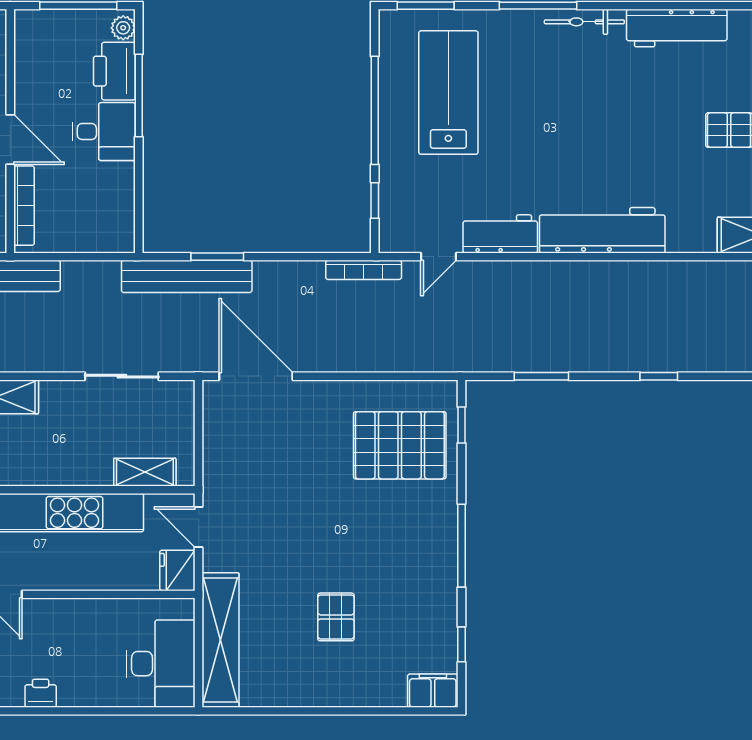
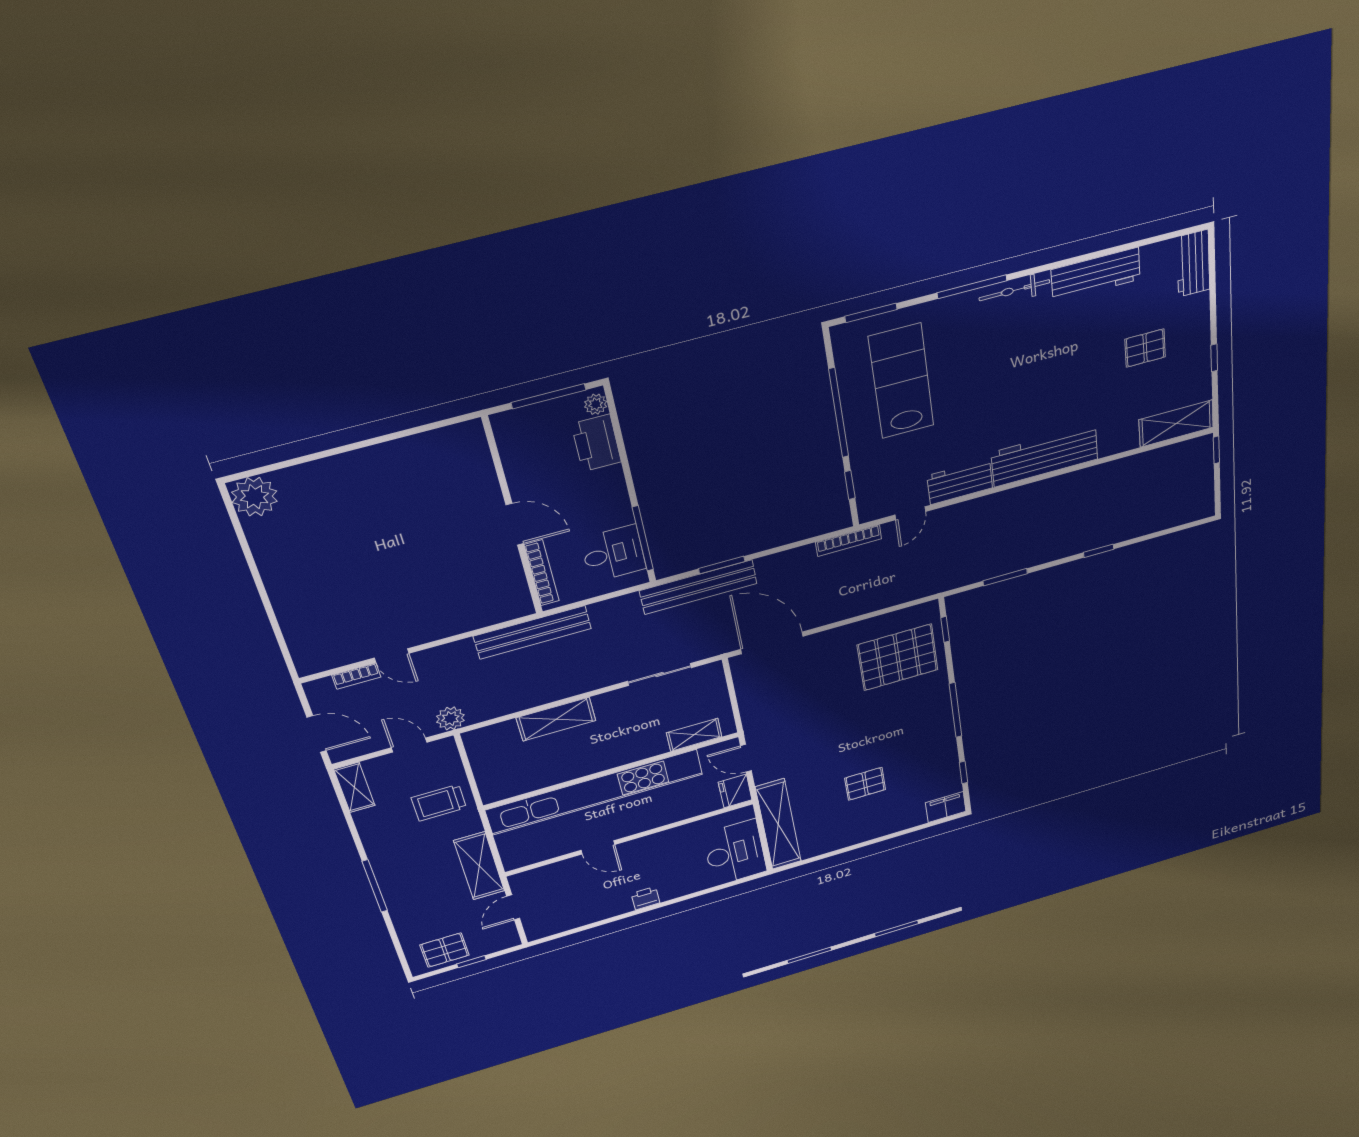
window: (139, 95) -> (643, 539), moved
desk: (104, 132) -> (613, 554), moved
pallet: (336, 617) -> (865, 784), turned 90

